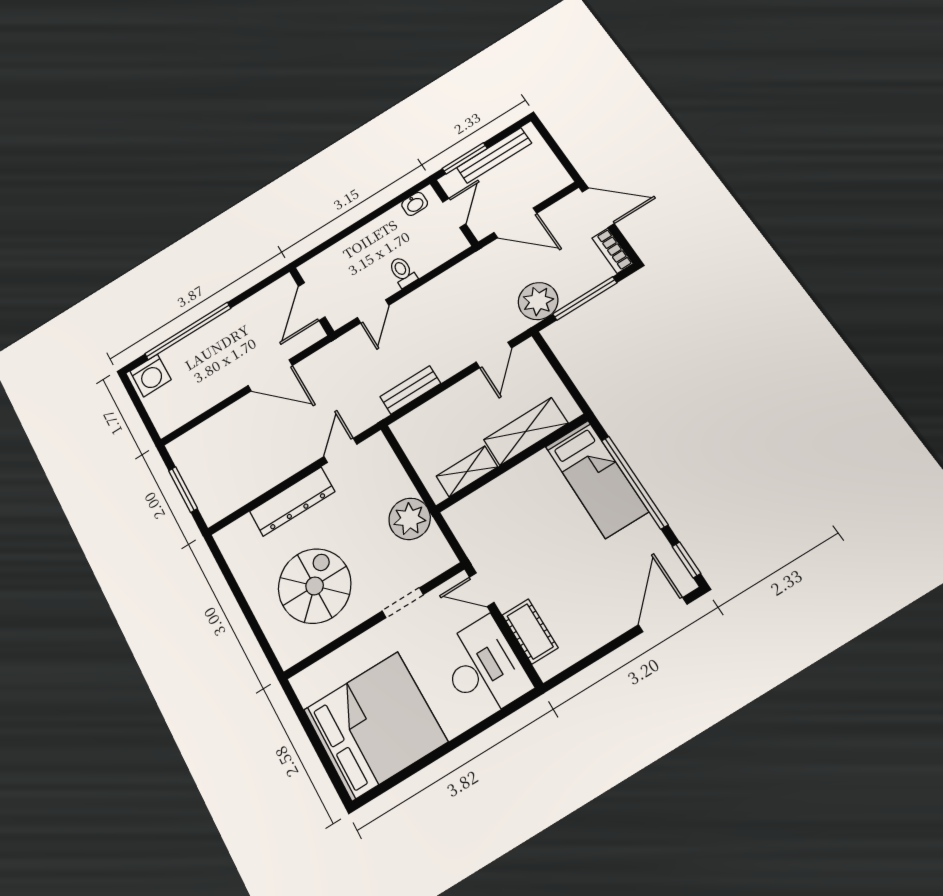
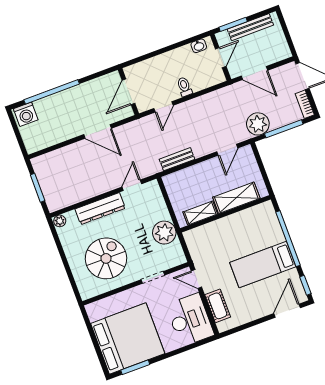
bed: (597, 479) -> (263, 265), moved, turned 90
plant: (226, 537) -> (60, 221), added
window: (398, 779) -> (135, 367), added

